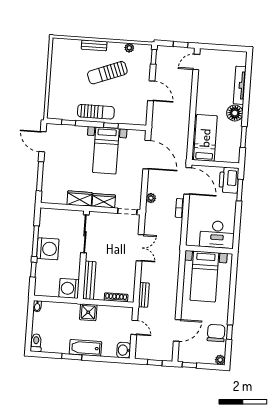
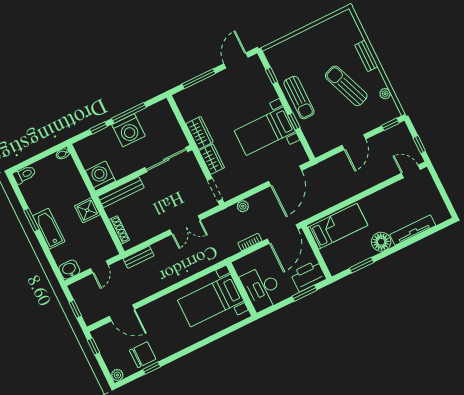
desk: (217, 234) -> (262, 288), moved
wall: (209, 249) -> (241, 289), moved
bed with nightstands: (204, 276) -> (211, 301), moved

